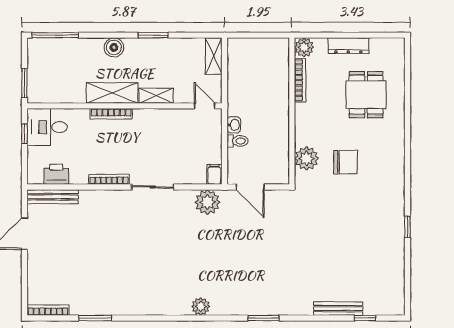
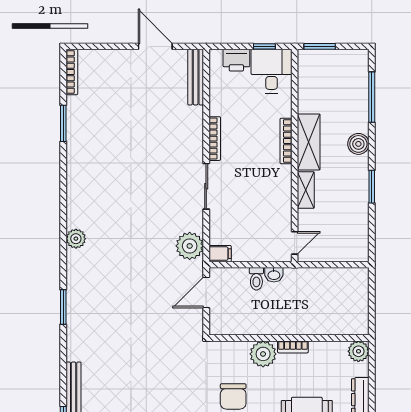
window: (55, 35) -> (372, 97), moved
shelving: (214, 56) -> (349, 253), removed
bookcase: (300, 80) -> (293, 347), moved, width x0.64
plant: (307, 158) -> (263, 354), moved
printer: (56, 174) -> (236, 60), moved, turned 90

